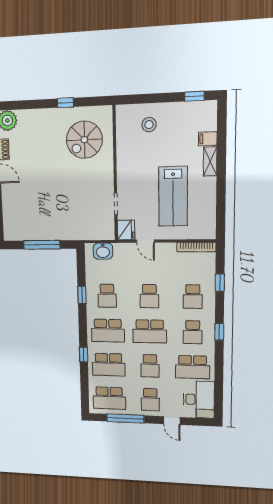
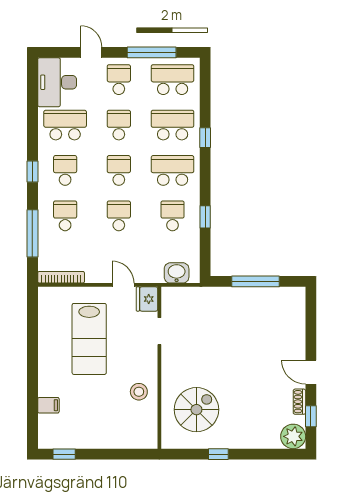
stool: (149, 125) -> (139, 392), moved
shelving: (210, 161) -> (45, 379), removed
lab bench: (173, 196) -> (89, 339), turned 180
window: (220, 283) -> (32, 233), width x2.17
school desk: (150, 331) -> (119, 170), width x0.54

